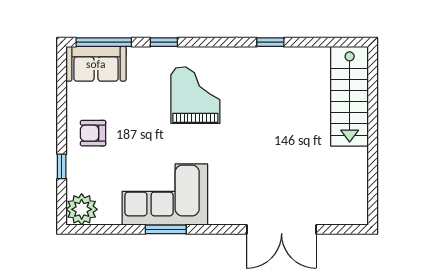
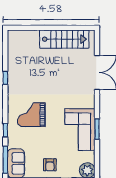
stairs: (350, 96) -> (64, 39), moved

